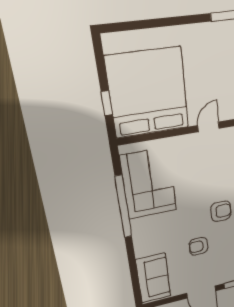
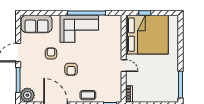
corner sofa: (149, 184) -> (79, 29), moved

